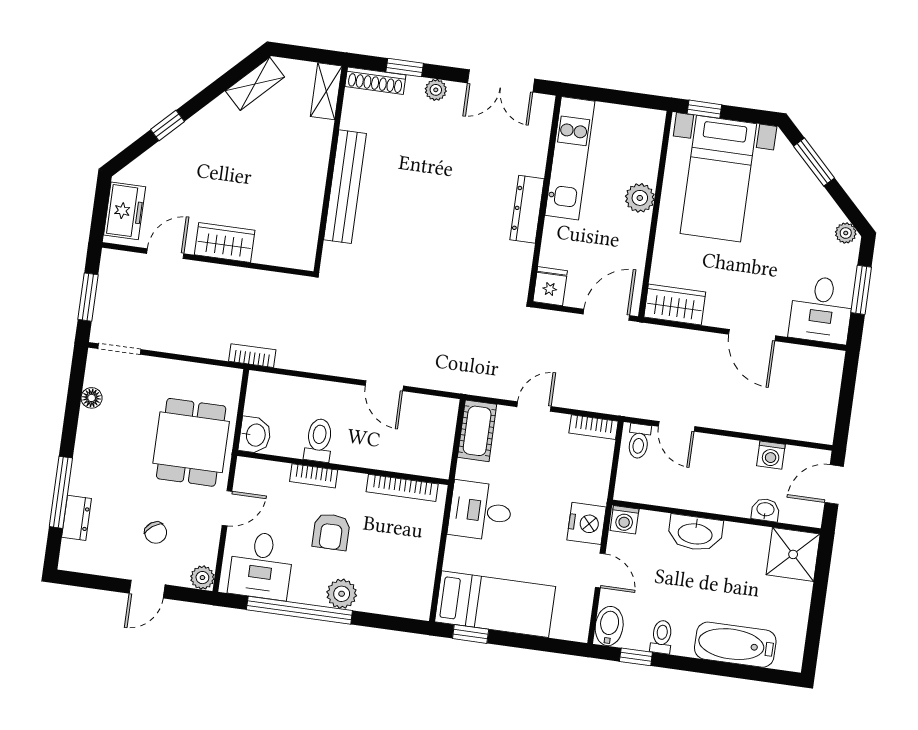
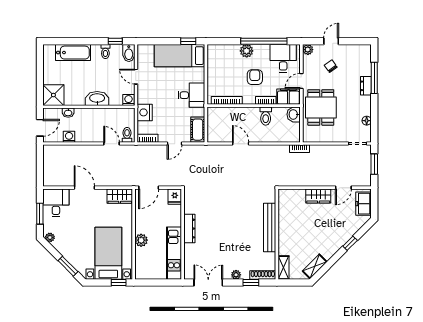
filing cabinet: (261, 477) -> (288, 97), added
dresser: (77, 518) -> (366, 86), moved
nightstand: (587, 523) -> (145, 112), moved

